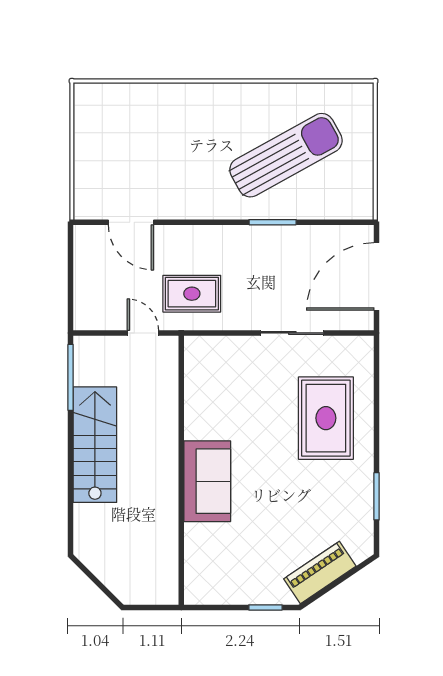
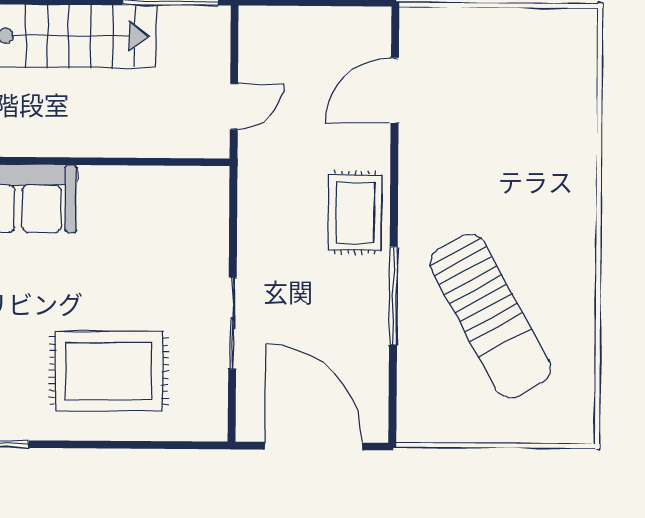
window: (273, 222) -> (393, 296), width x1.44
rug: (192, 294) -> (355, 212), moved

